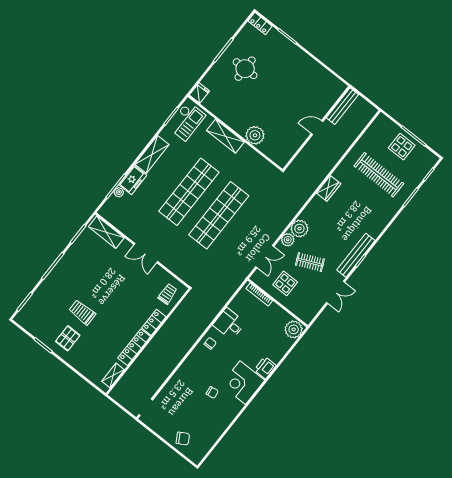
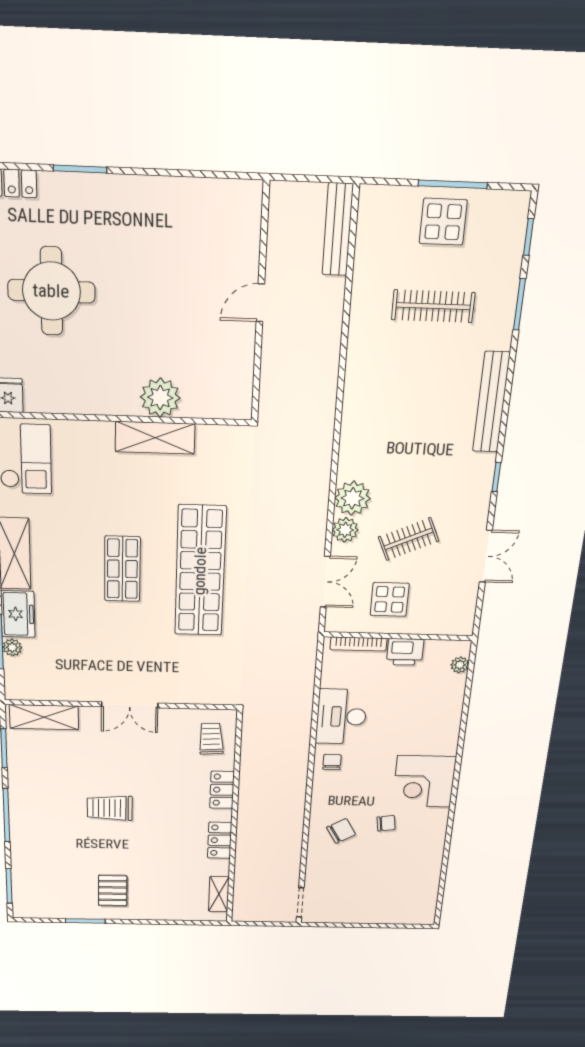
round table: (245, 69) -> (51, 291), width x1.36, depth x1.36
bench: (342, 106) -> (338, 229), moved
shelving: (225, 136) -> (155, 438), moved
clothes rail: (379, 175) -> (433, 306), width x0.73, depth x0.76
wardrobe: (329, 188) -> (357, 396), removed
shop shelf: (189, 192) -> (122, 569), width x0.50, depth x0.74
bench: (356, 255) -> (491, 402), moved
trolley: (82, 312) -> (110, 808), moved
desk: (229, 324) -> (341, 717), width x1.37
plant: (294, 329) -> (460, 665), width x0.53, depth x0.53
locker: (134, 347) -> (220, 840), width x0.66
printer: (265, 368) -> (405, 652), moved, turned -90
chair: (183, 439) -> (341, 831), moved

